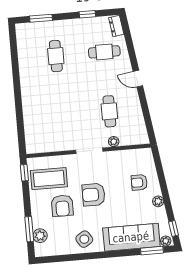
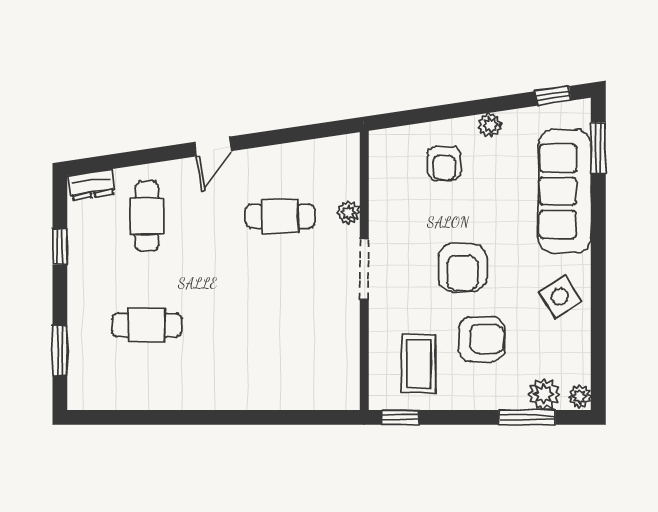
coffee table: (49, 179) -> (418, 364), width x0.73, depth x0.76
plant: (166, 241) -> (580, 397), moved

